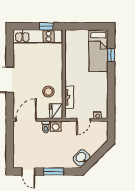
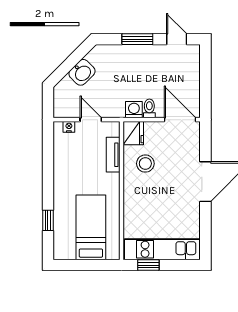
bed: (98, 50) -> (91, 227), moved
door: (26, 120) -> (180, 120), swing flipped
door: (83, 120) -> (91, 120), hinge flipped
washbasin: (81, 158) -> (82, 72), moved

